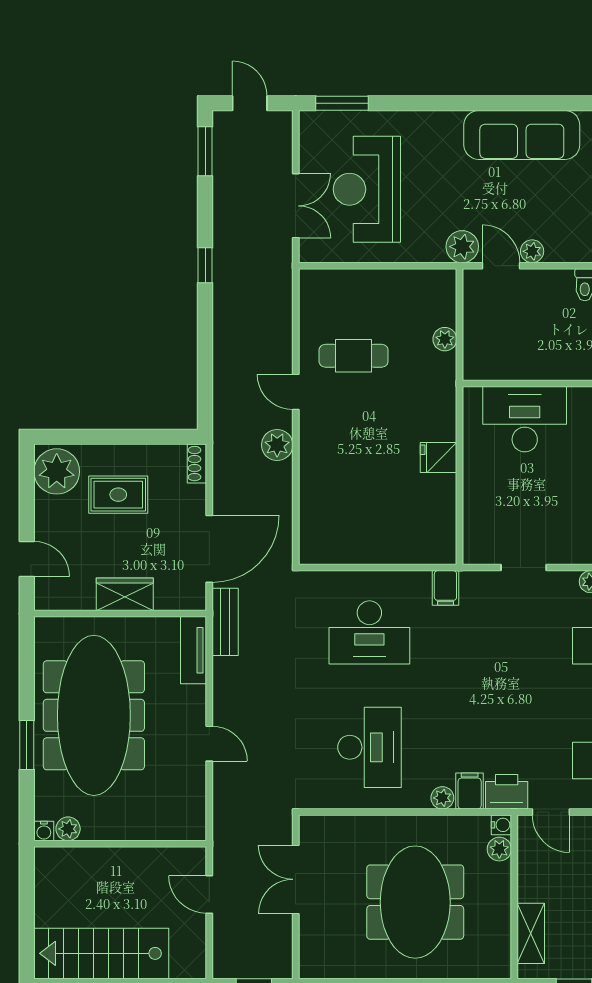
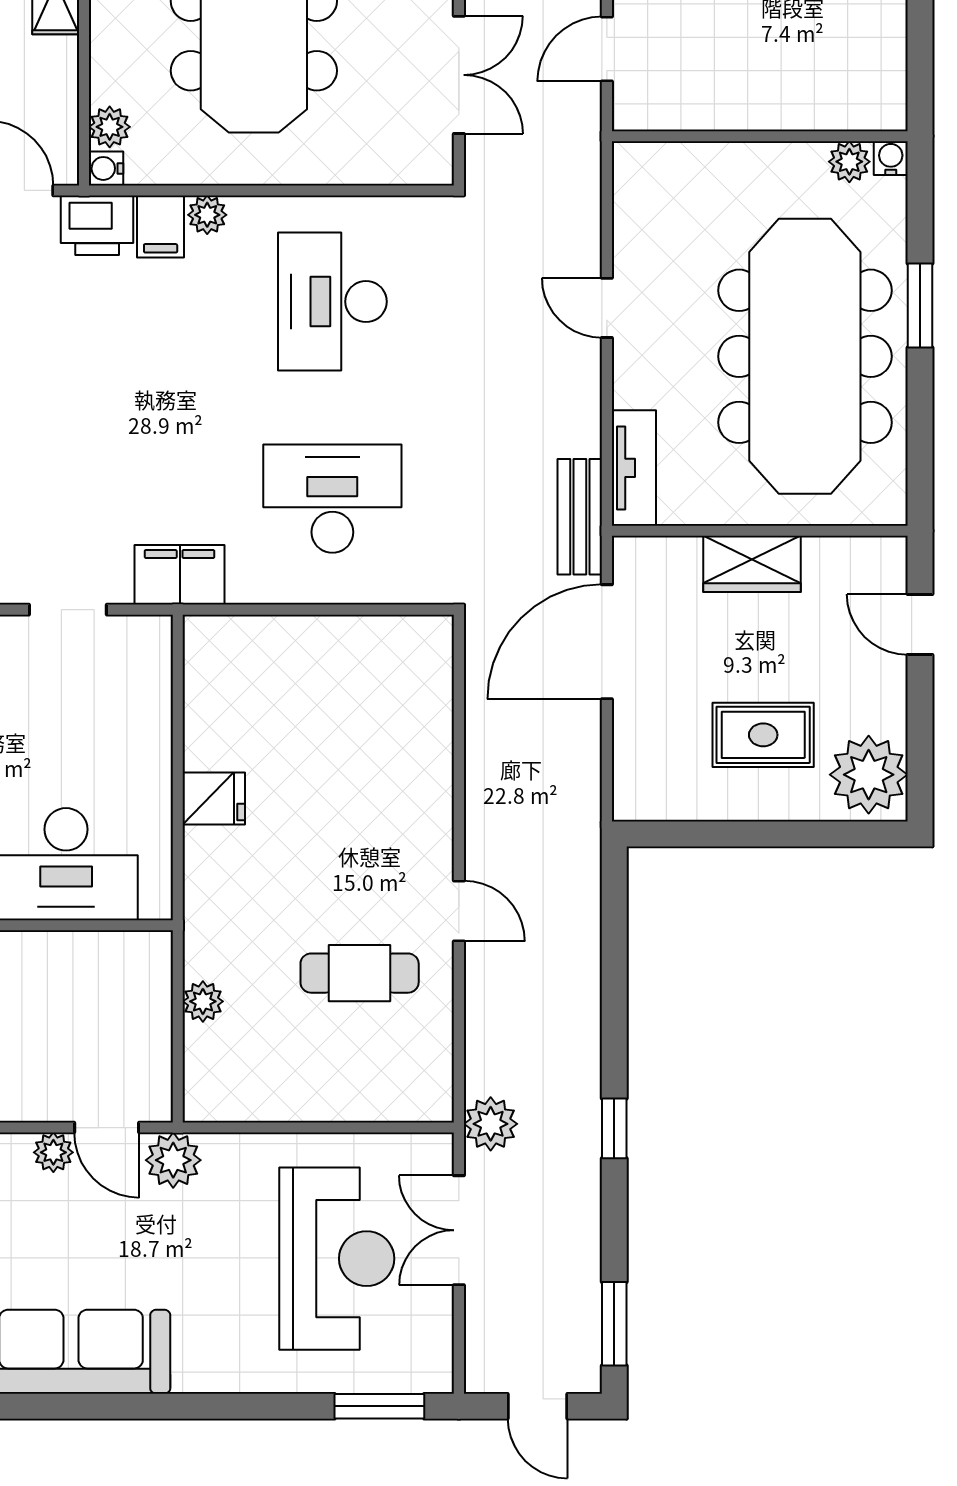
plant: (277, 445) -> (491, 1124), moved
shoe rack: (197, 464) -> (628, 788), removed
filing cabinet: (445, 588) -> (180, 575), width x2.00
door: (209, 894) -> (607, 49), swing flipped

